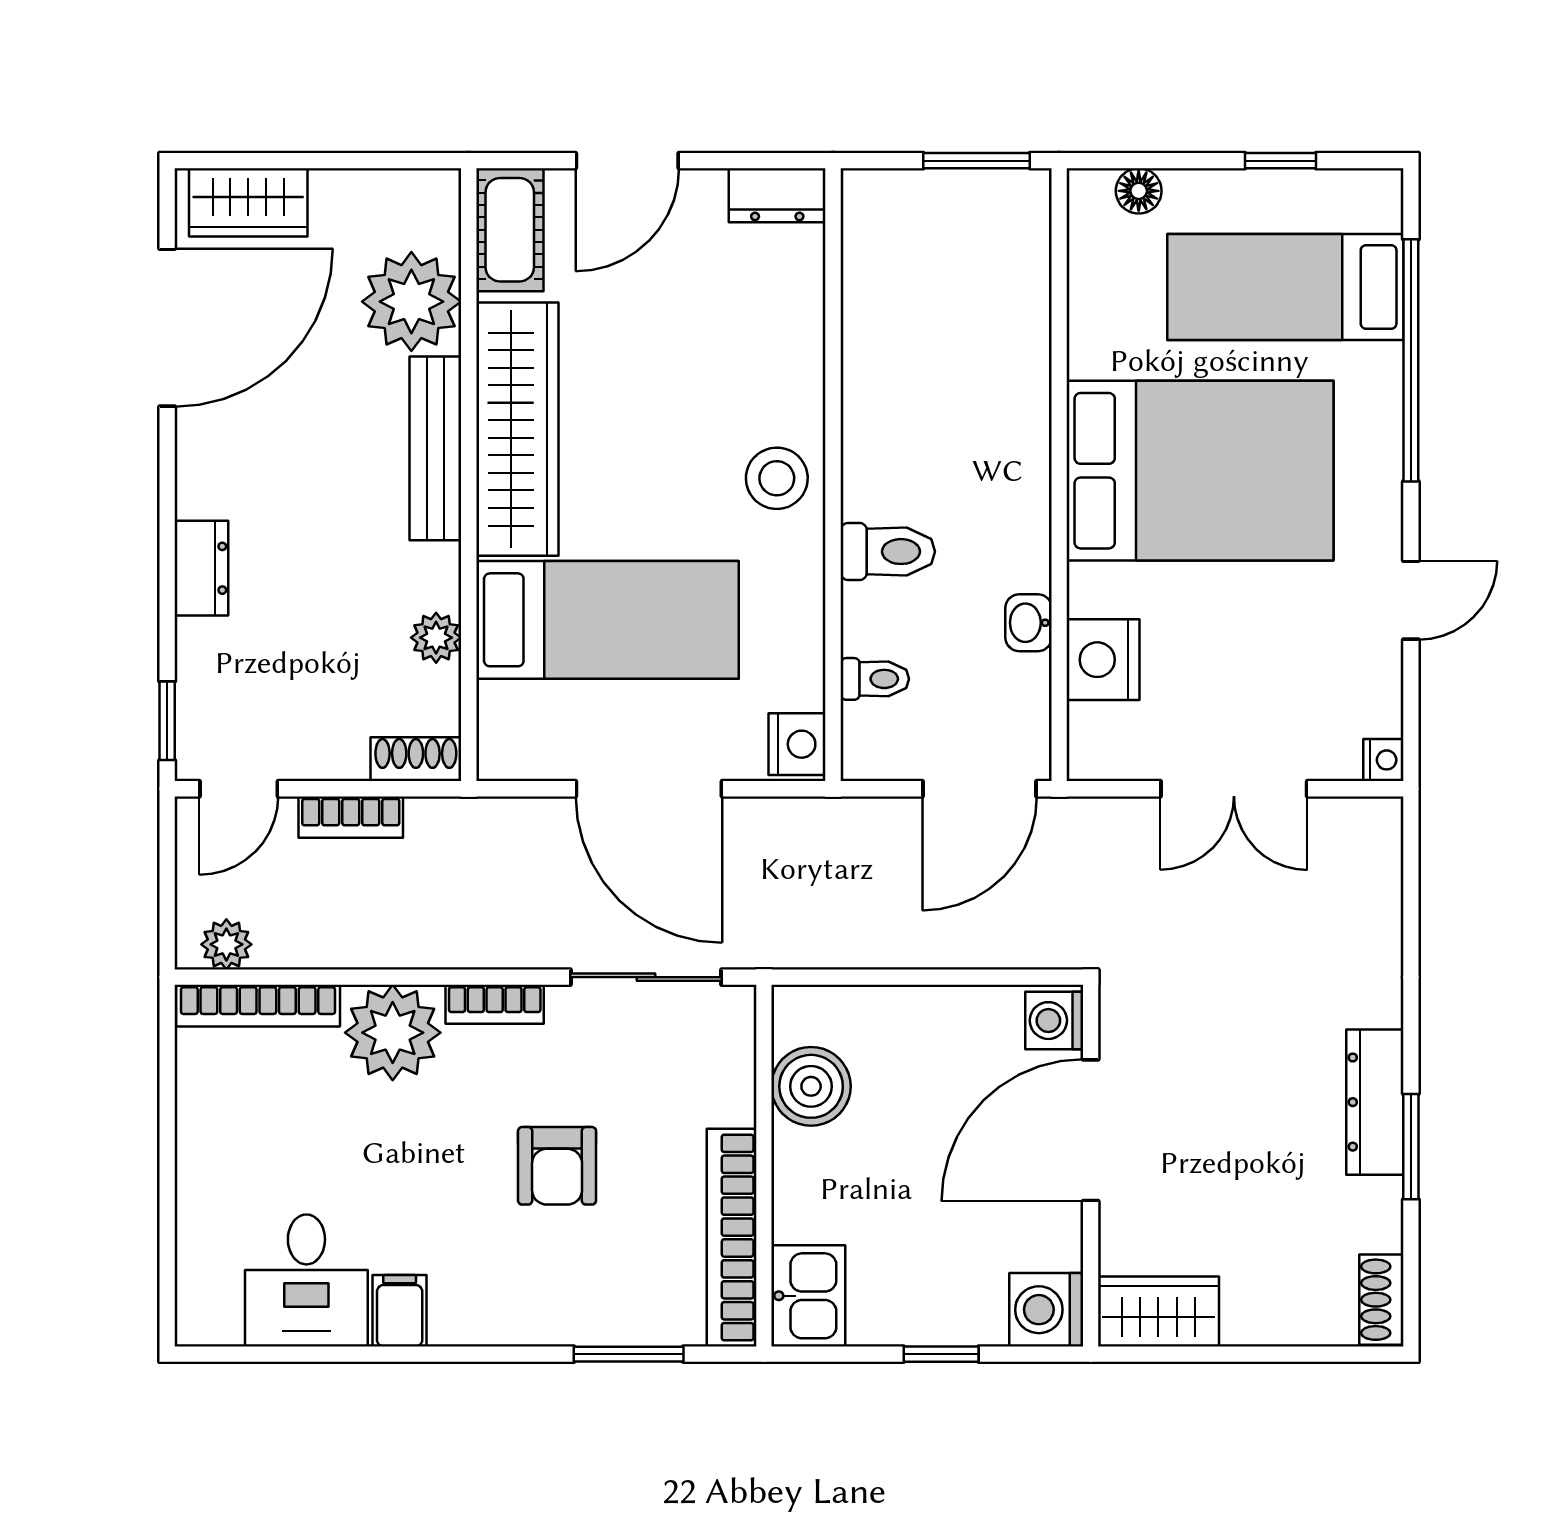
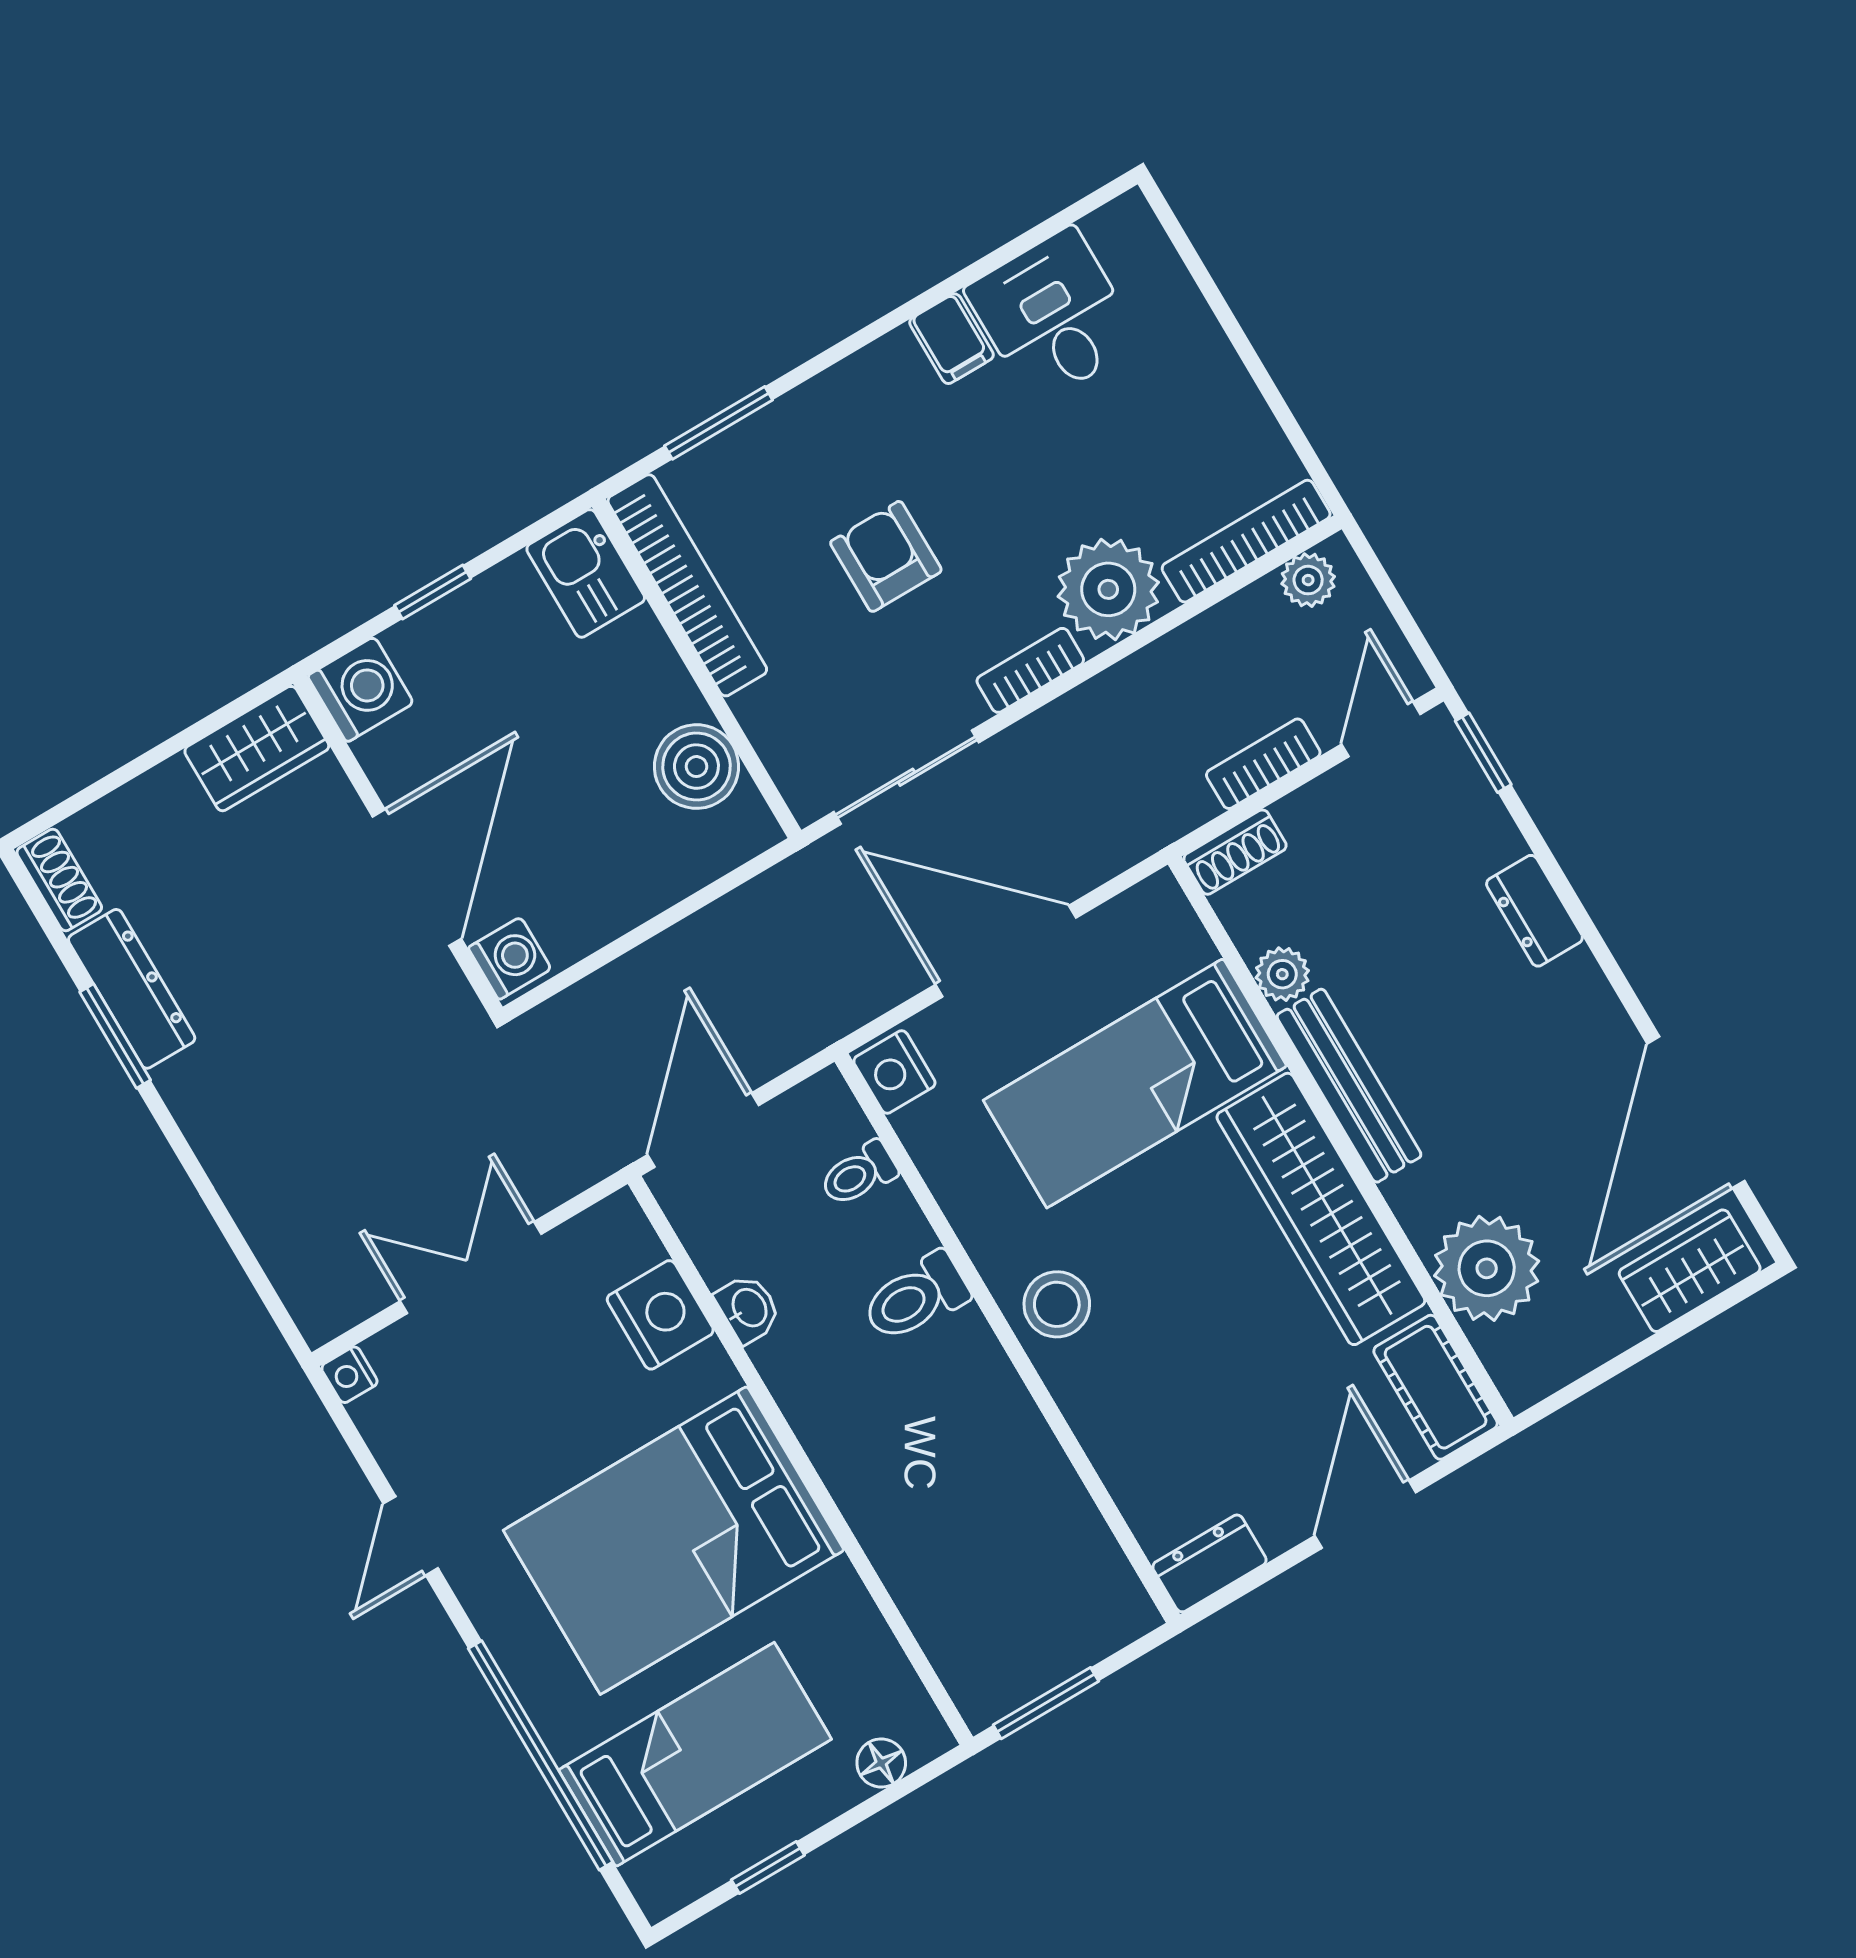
bench: (435, 448) -> (1349, 1086), moved
dresser: (1375, 1102) -> (132, 989), moved

